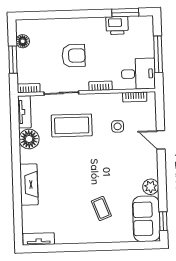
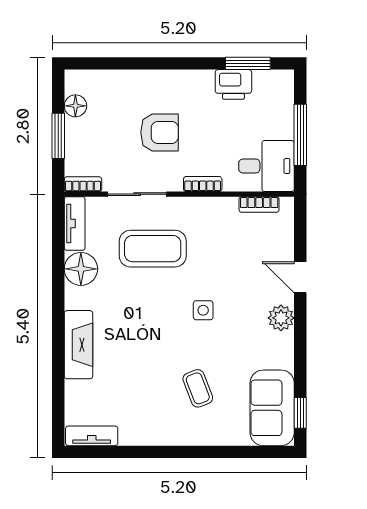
side table: (118, 126) -> (203, 310), moved
plant: (151, 187) -> (281, 318), moved

